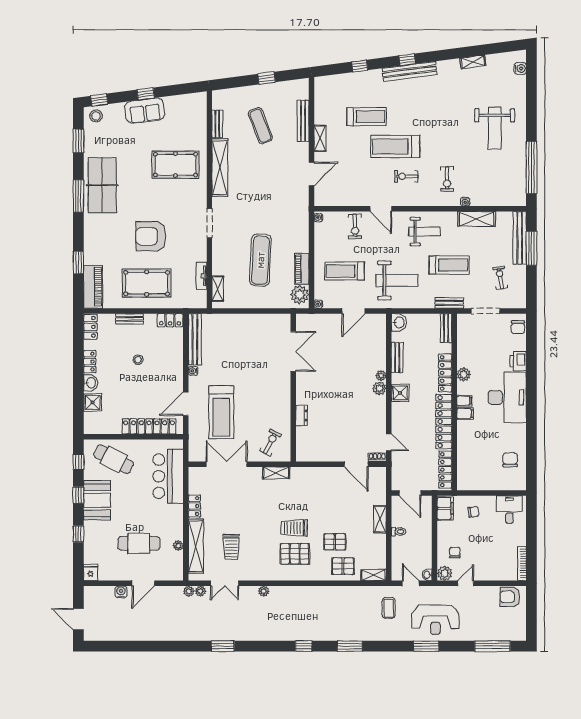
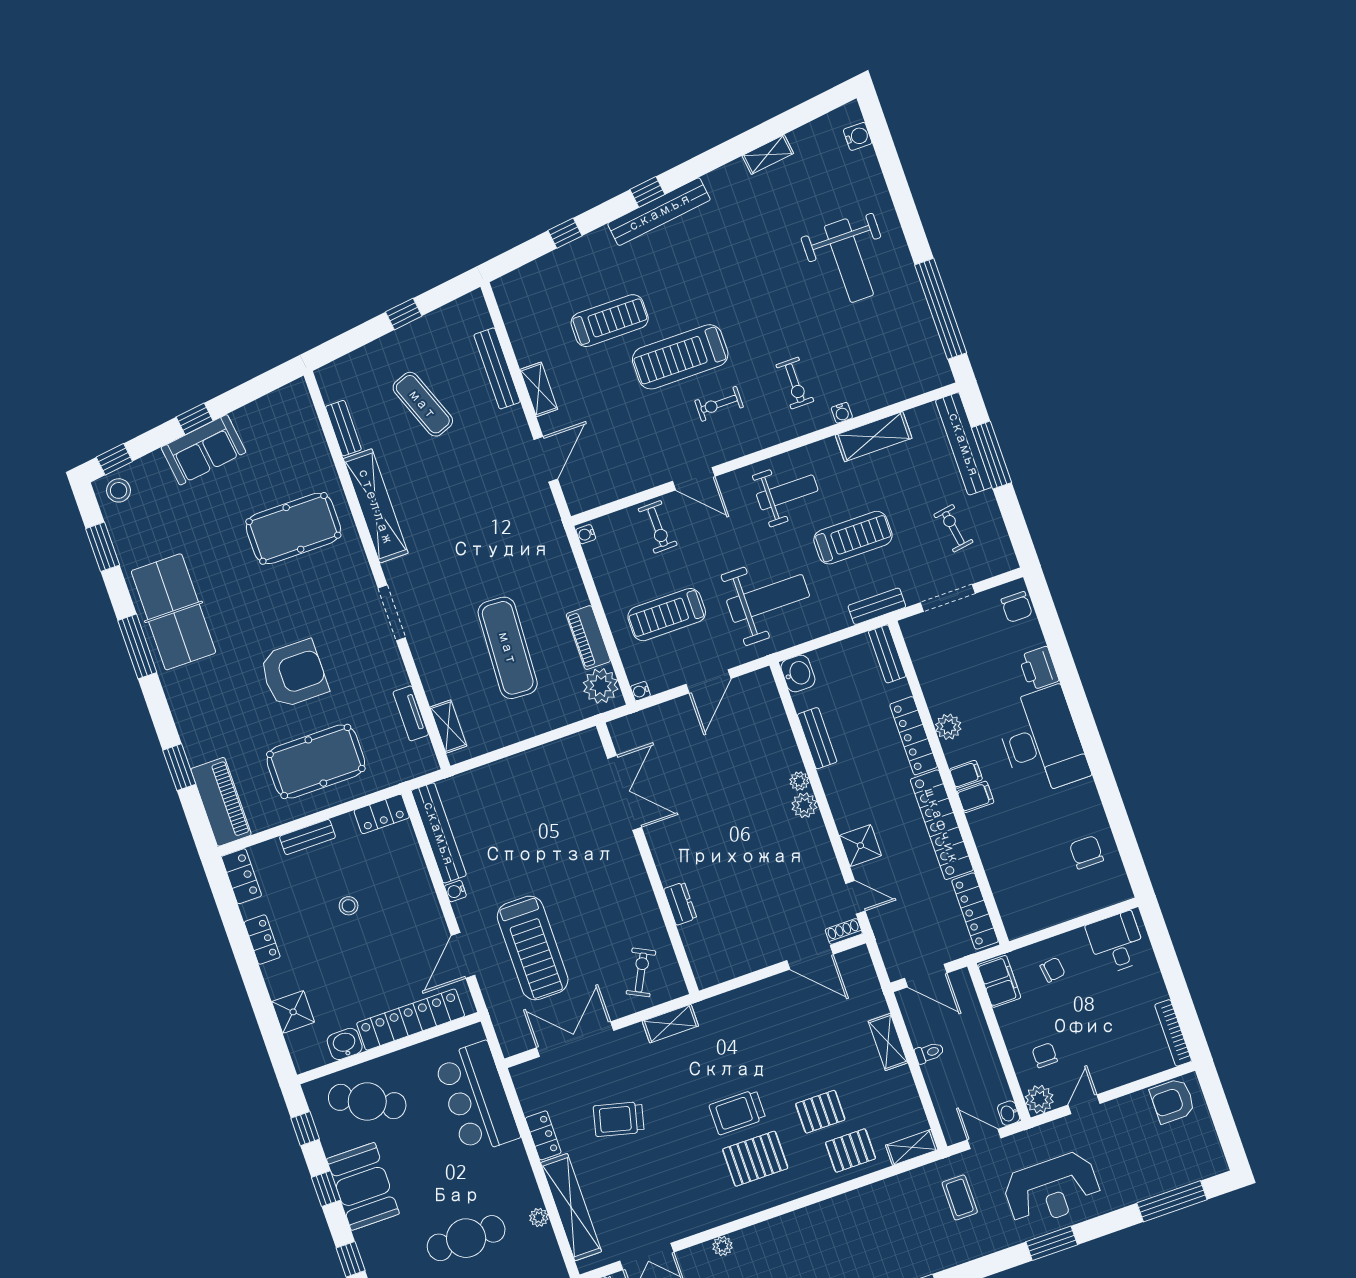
armchair: (151, 236) -> (294, 674), turned 180
washbasin: (91, 383) -> (345, 1044), moved, turned -90
shower: (400, 393) -> (860, 846), moved
trolley: (231, 547) -> (619, 1119), moved, turned 104

